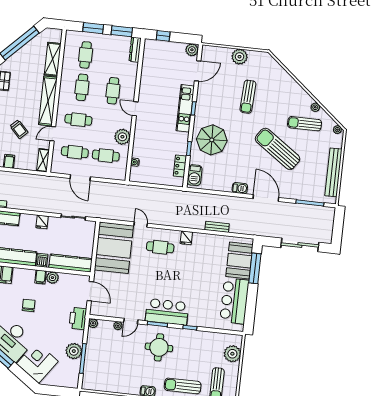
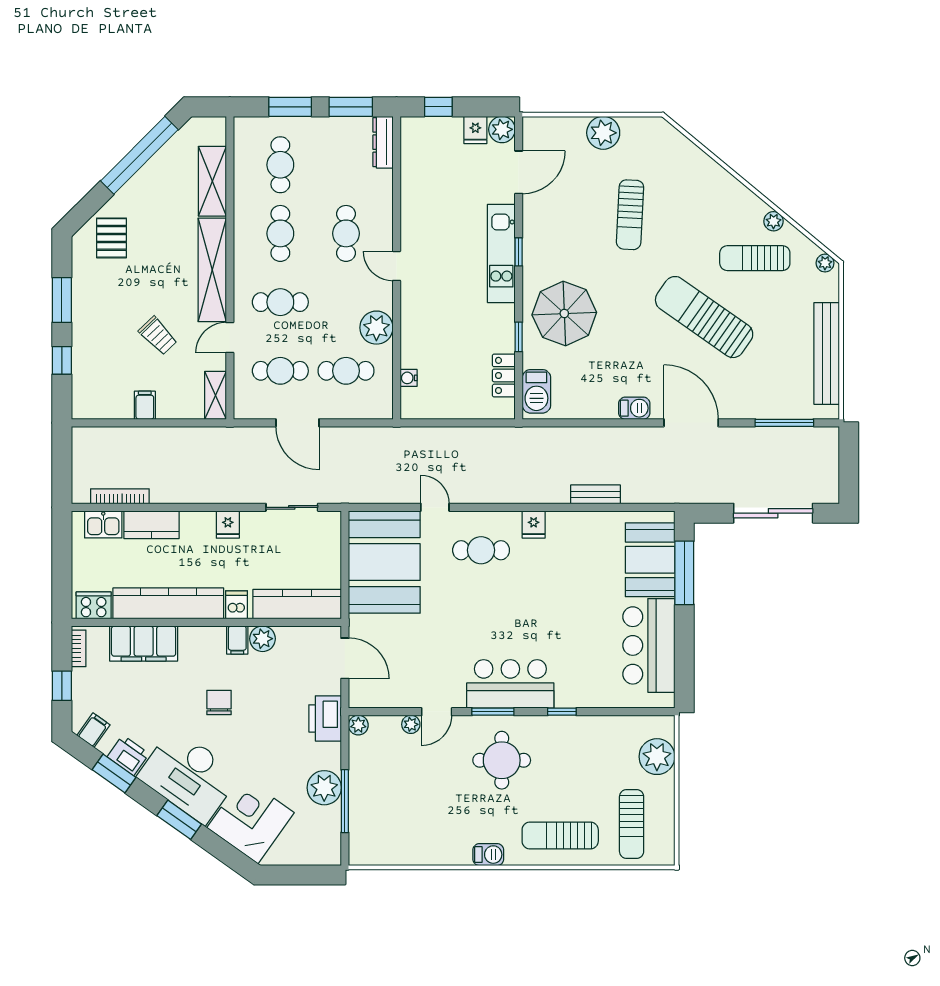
fridge: (179, 49) -> (475, 130), added

